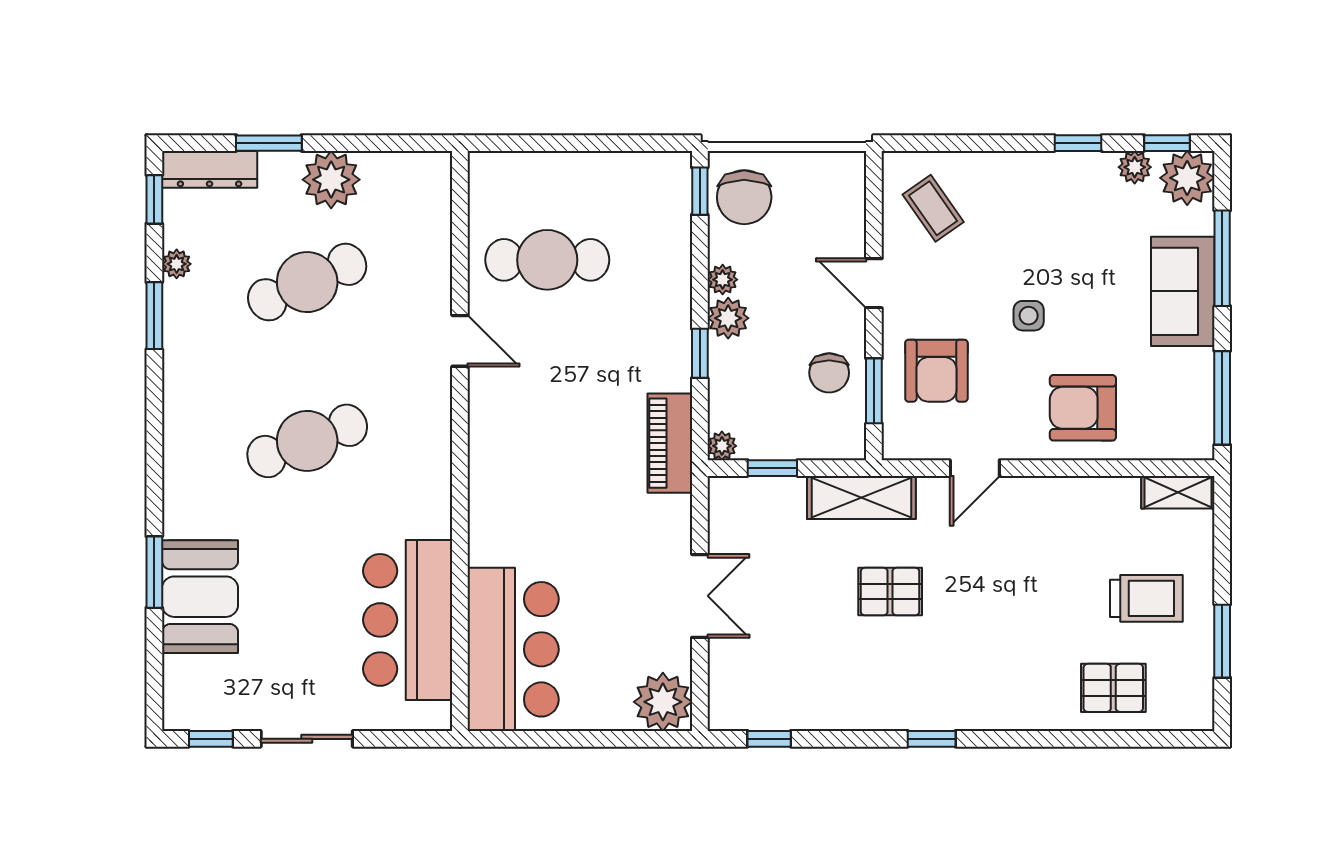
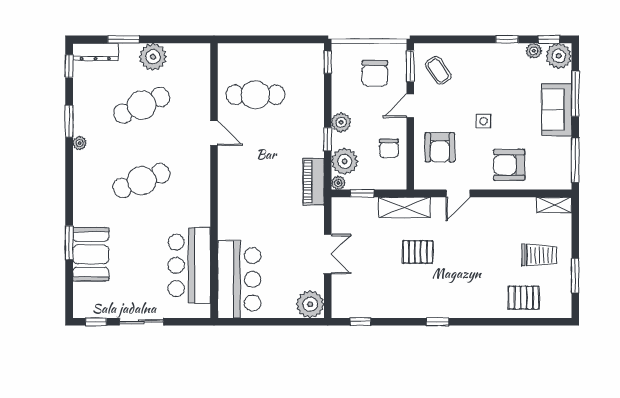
chair: (744, 197) -> (375, 73), moved
plant: (177, 264) -> (80, 143), moved
plant: (723, 280) -> (345, 161), moved, width x1.88, depth x1.88
door: (874, 283) -> (410, 106), hinge flipped
window: (874, 391) -> (410, 66), moved

